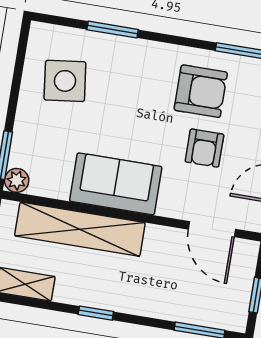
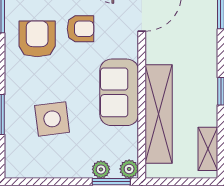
side table: (65, 81) -> (52, 119), moved
plant: (22, 145) -> (101, 169), added

